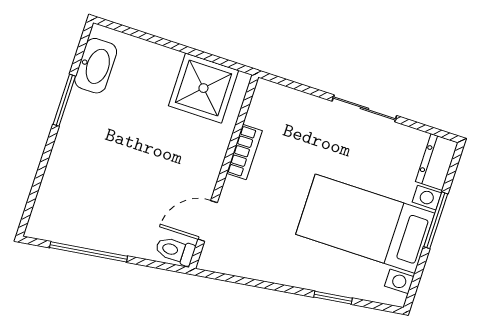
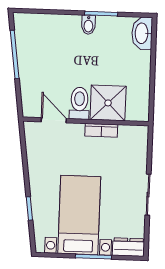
washbasin: (96, 66) -> (142, 33), moved, turned 90
shower: (203, 88) -> (108, 103), moved
bidet: (76, 125) -> (88, 25), added
toilet: (175, 251) -> (79, 103), moved, width x1.37, depth x1.39

